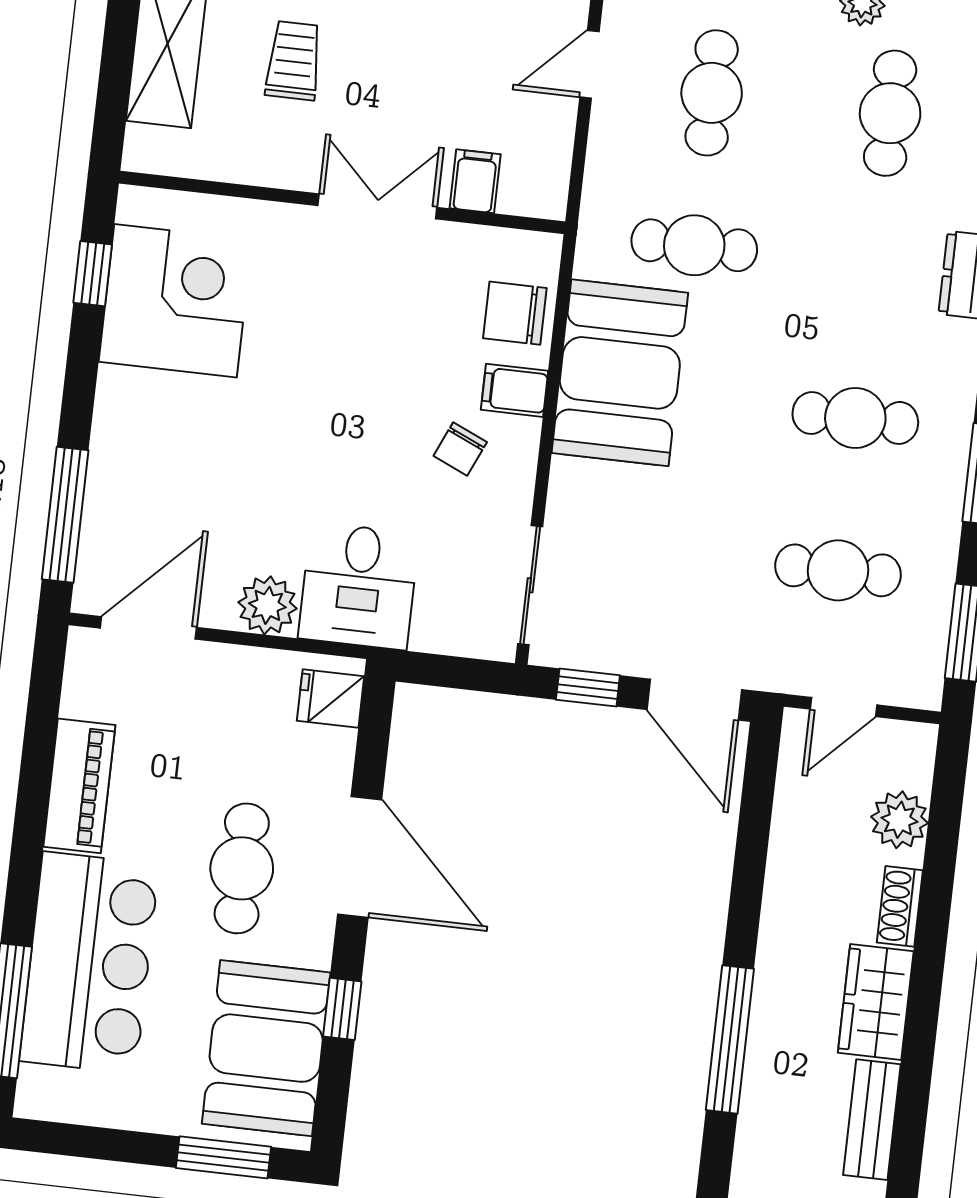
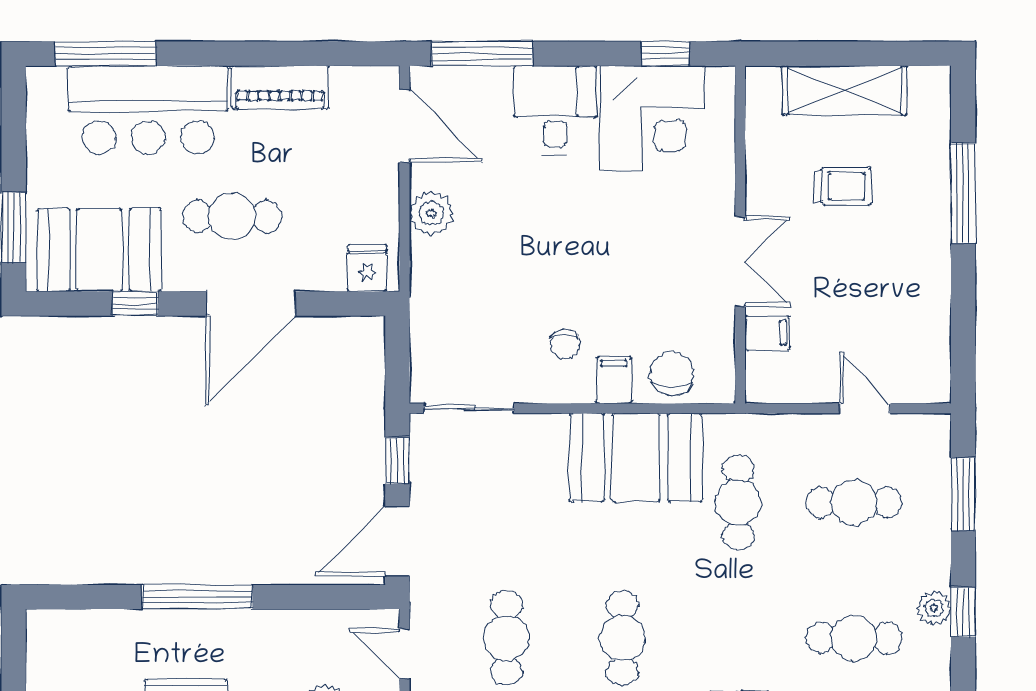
chair: (460, 449) -> (565, 344), turned -114
desk: (359, 586) -> (555, 110), moved, turned 90
window: (730, 1039) -> (197, 597), moved

